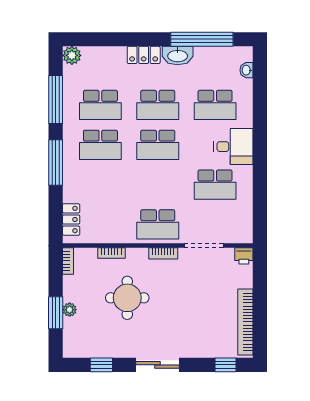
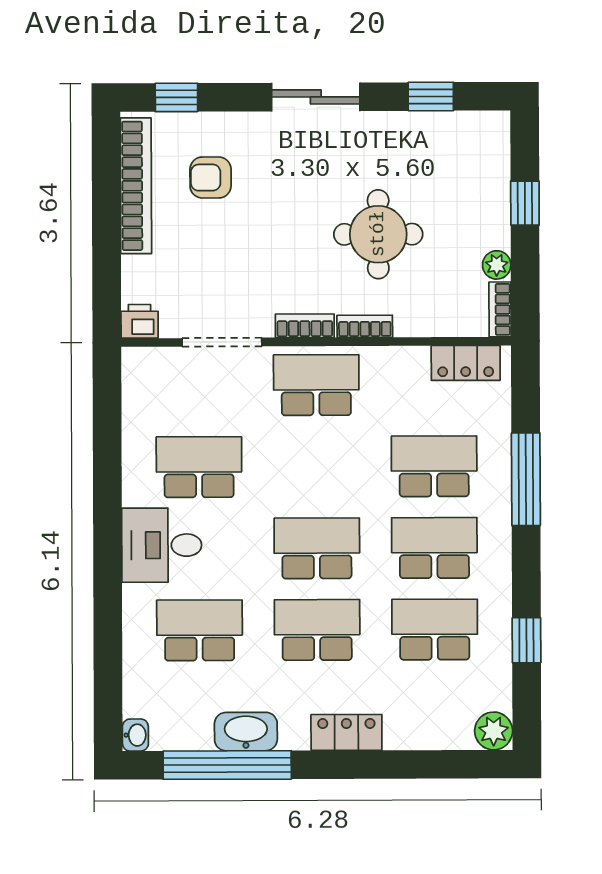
washbasin: (178, 56) -> (246, 732), moved
washbasin: (247, 70) -> (135, 735), moved
window: (56, 100) -> (526, 640), width x0.46
window: (56, 162) -> (526, 479), moved
school desk: (100, 185) -> (434, 466), added
locker: (71, 219) -> (466, 363), moved, turned -90
bookcase: (111, 253) -> (365, 326), moved
plant: (70, 310) -> (497, 265), moved
window: (56, 313) -> (525, 203), width x0.67
armchair: (209, 326) -> (211, 178), added

